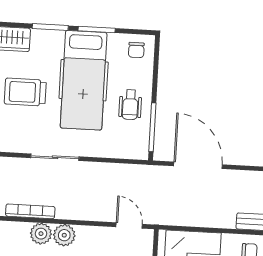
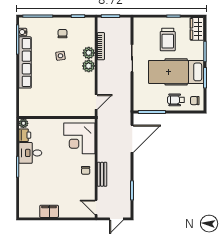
trolley: (25, 92) -> (168, 40), turned 180
wheelchair: (130, 105) -> (176, 100), moved

